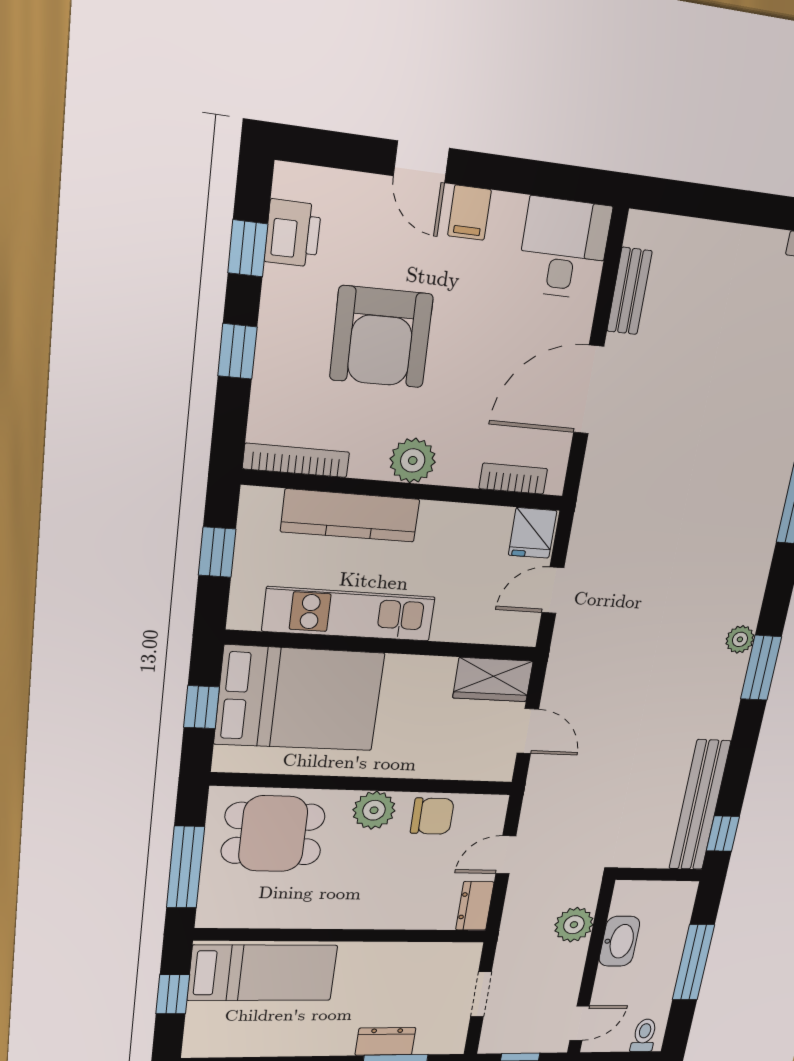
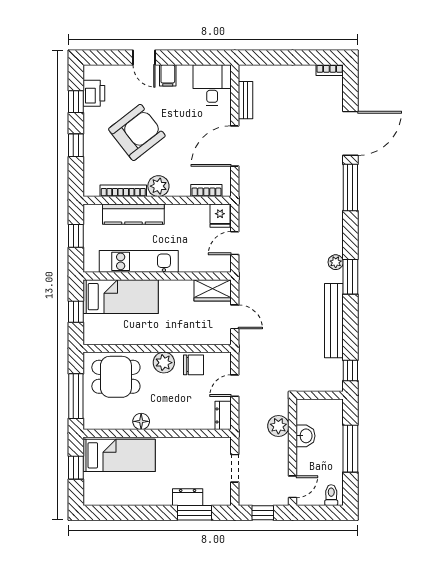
armchair: (381, 337) -> (137, 132), turned -127
bookcase: (296, 460) -> (123, 191), moved
bed: (299, 699) -> (121, 297), width x0.67
bench: (700, 805) -> (334, 321), moved
floor lamp: (314, 914) -> (141, 421), added
washbasin: (619, 941) -> (306, 436), width x0.72

